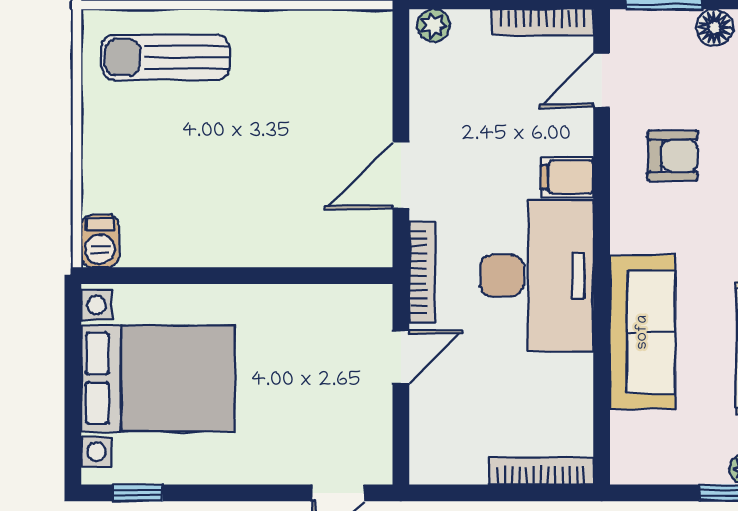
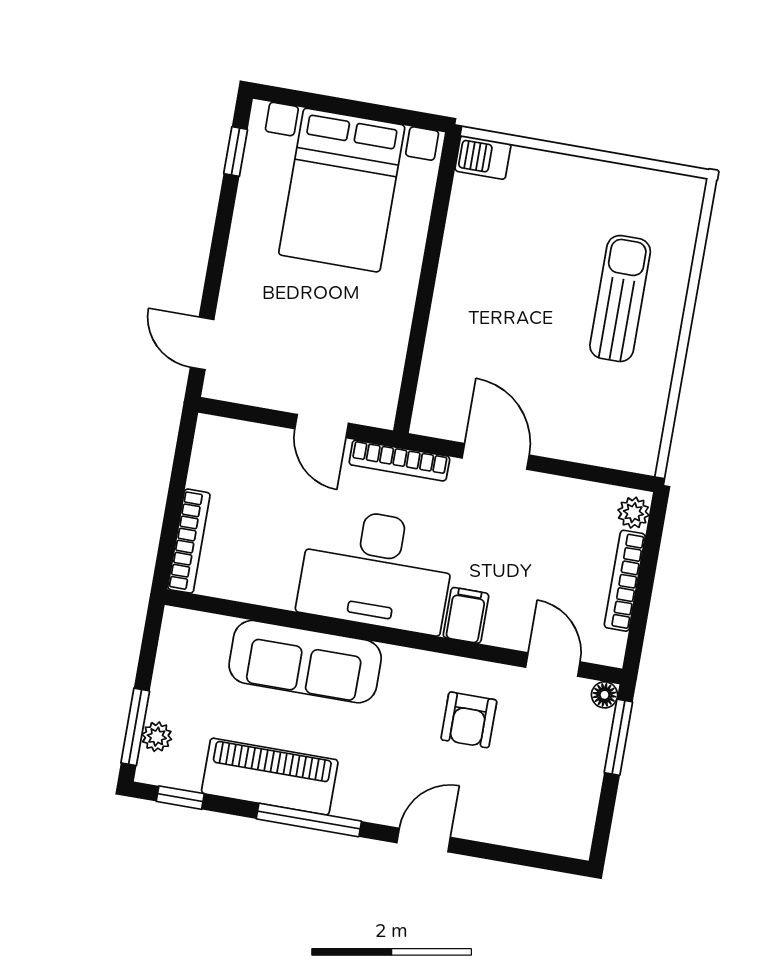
bookcase: (542, 22) -> (625, 581), moved
floor lamp: (714, 28) -> (605, 695), moved, width x0.73, depth x0.73
sun lounger: (166, 57) -> (620, 299), moved

